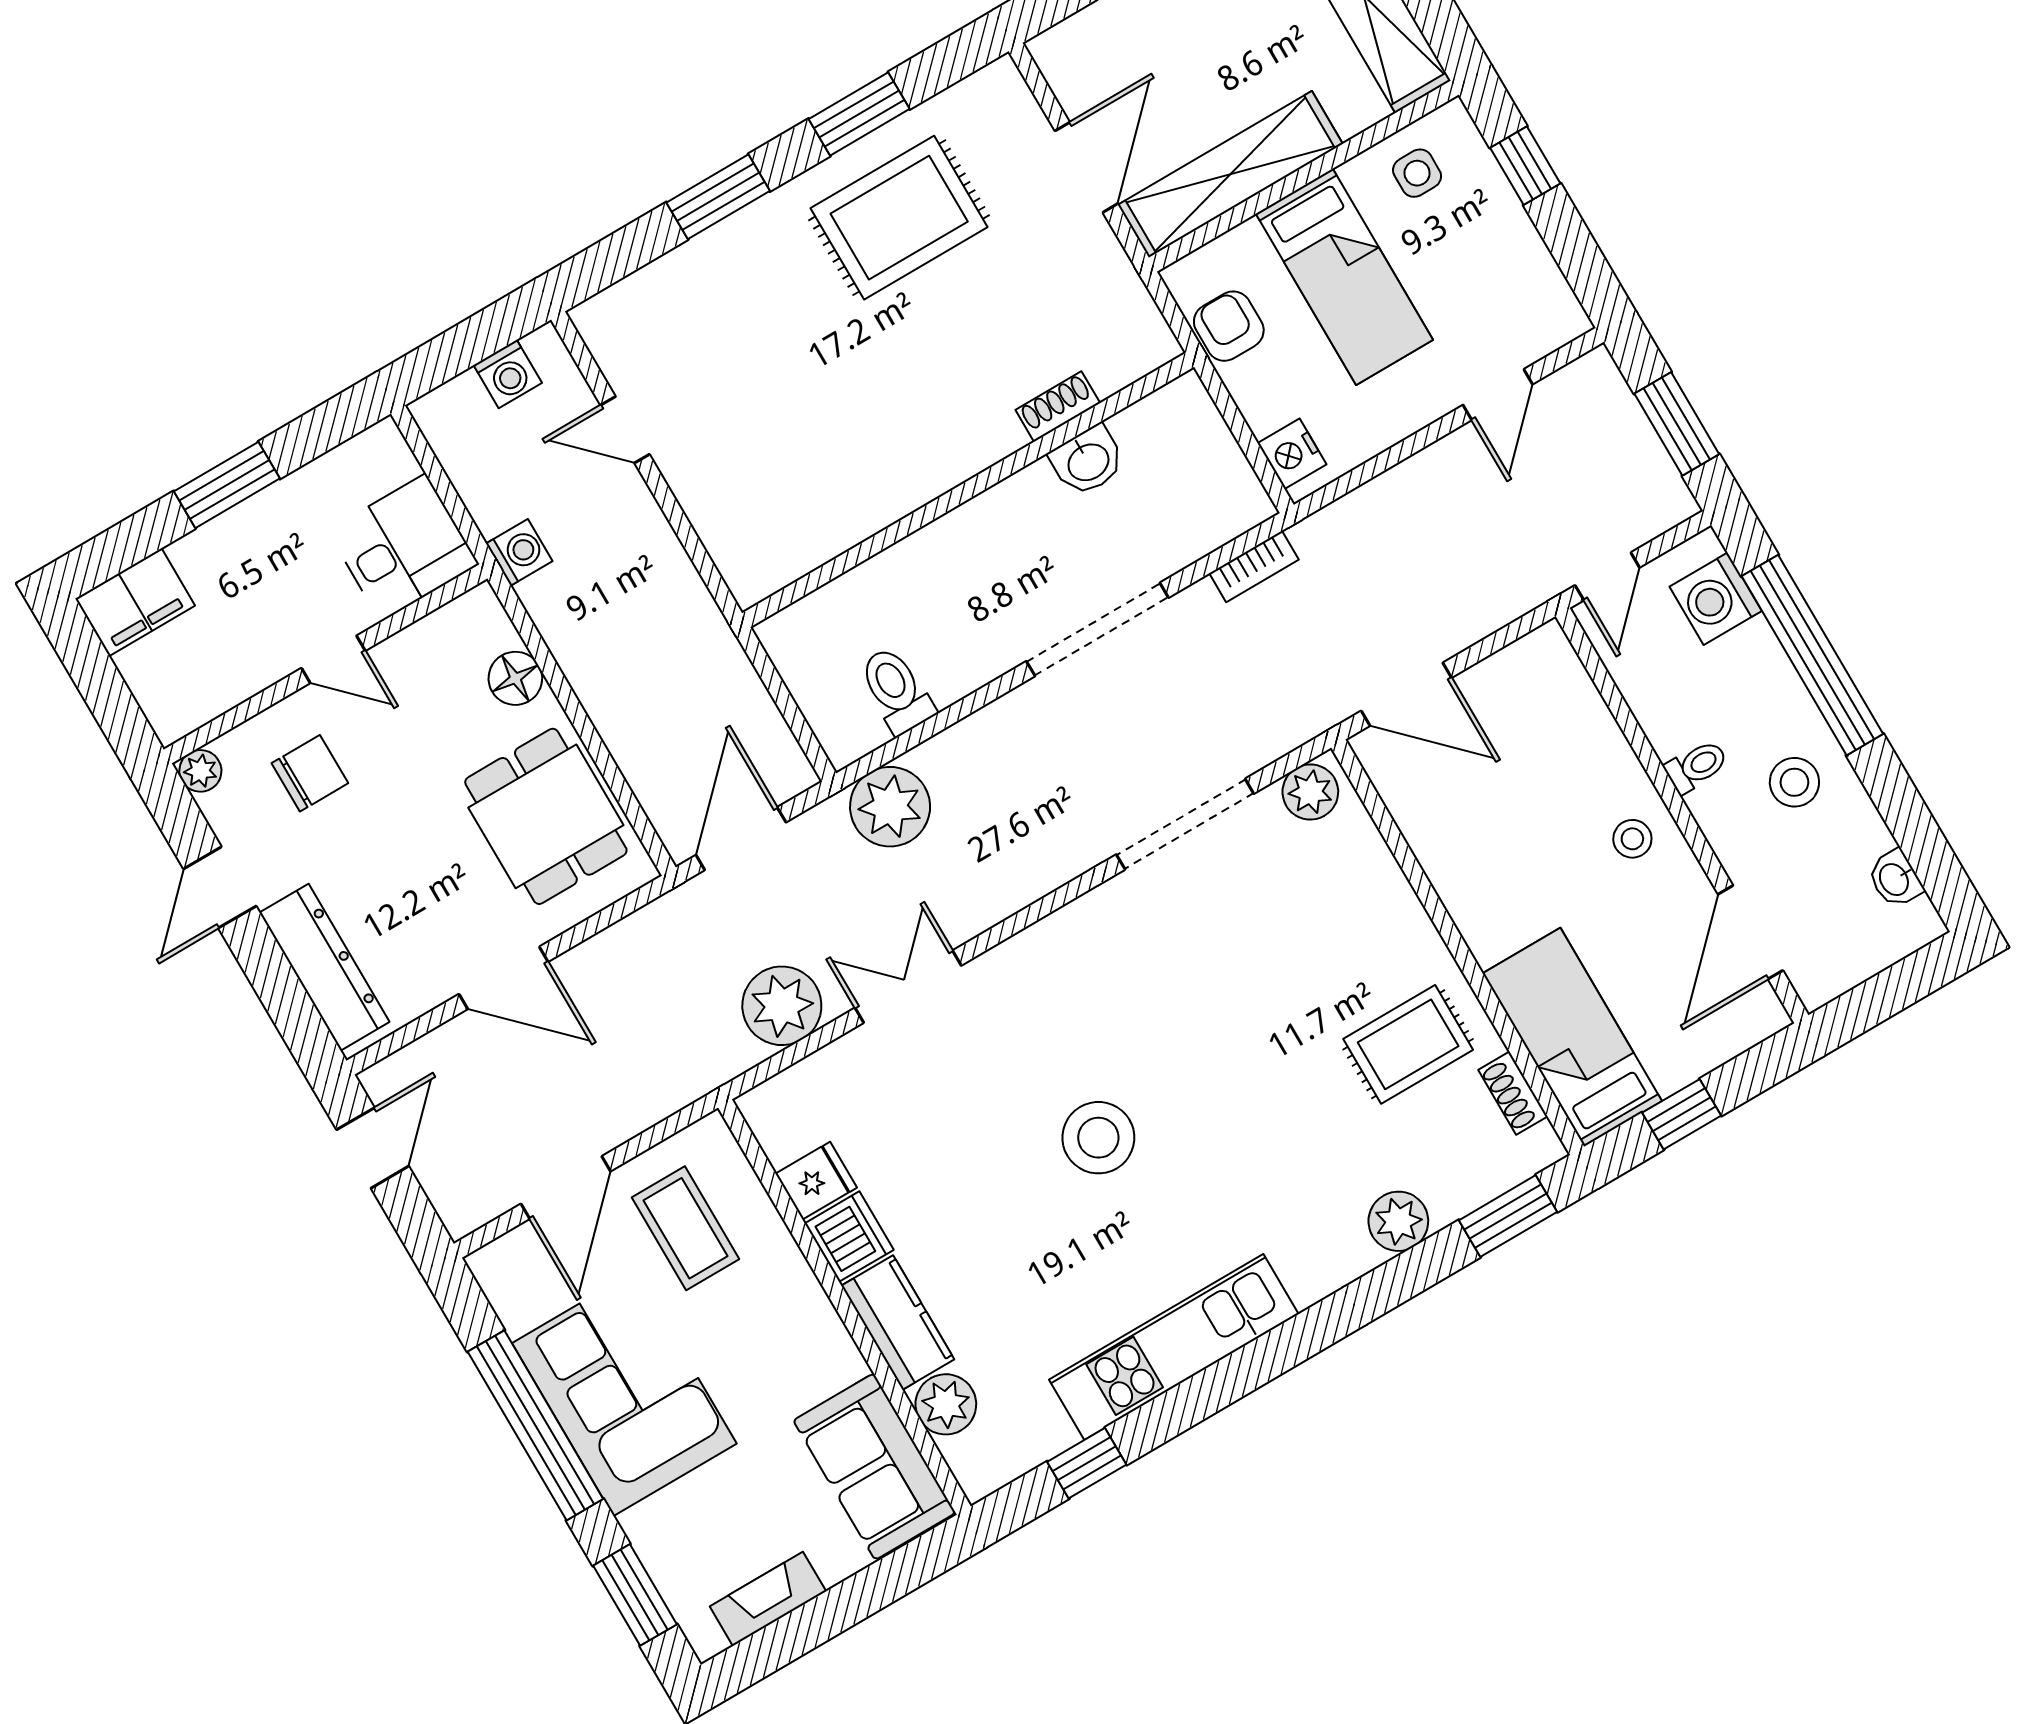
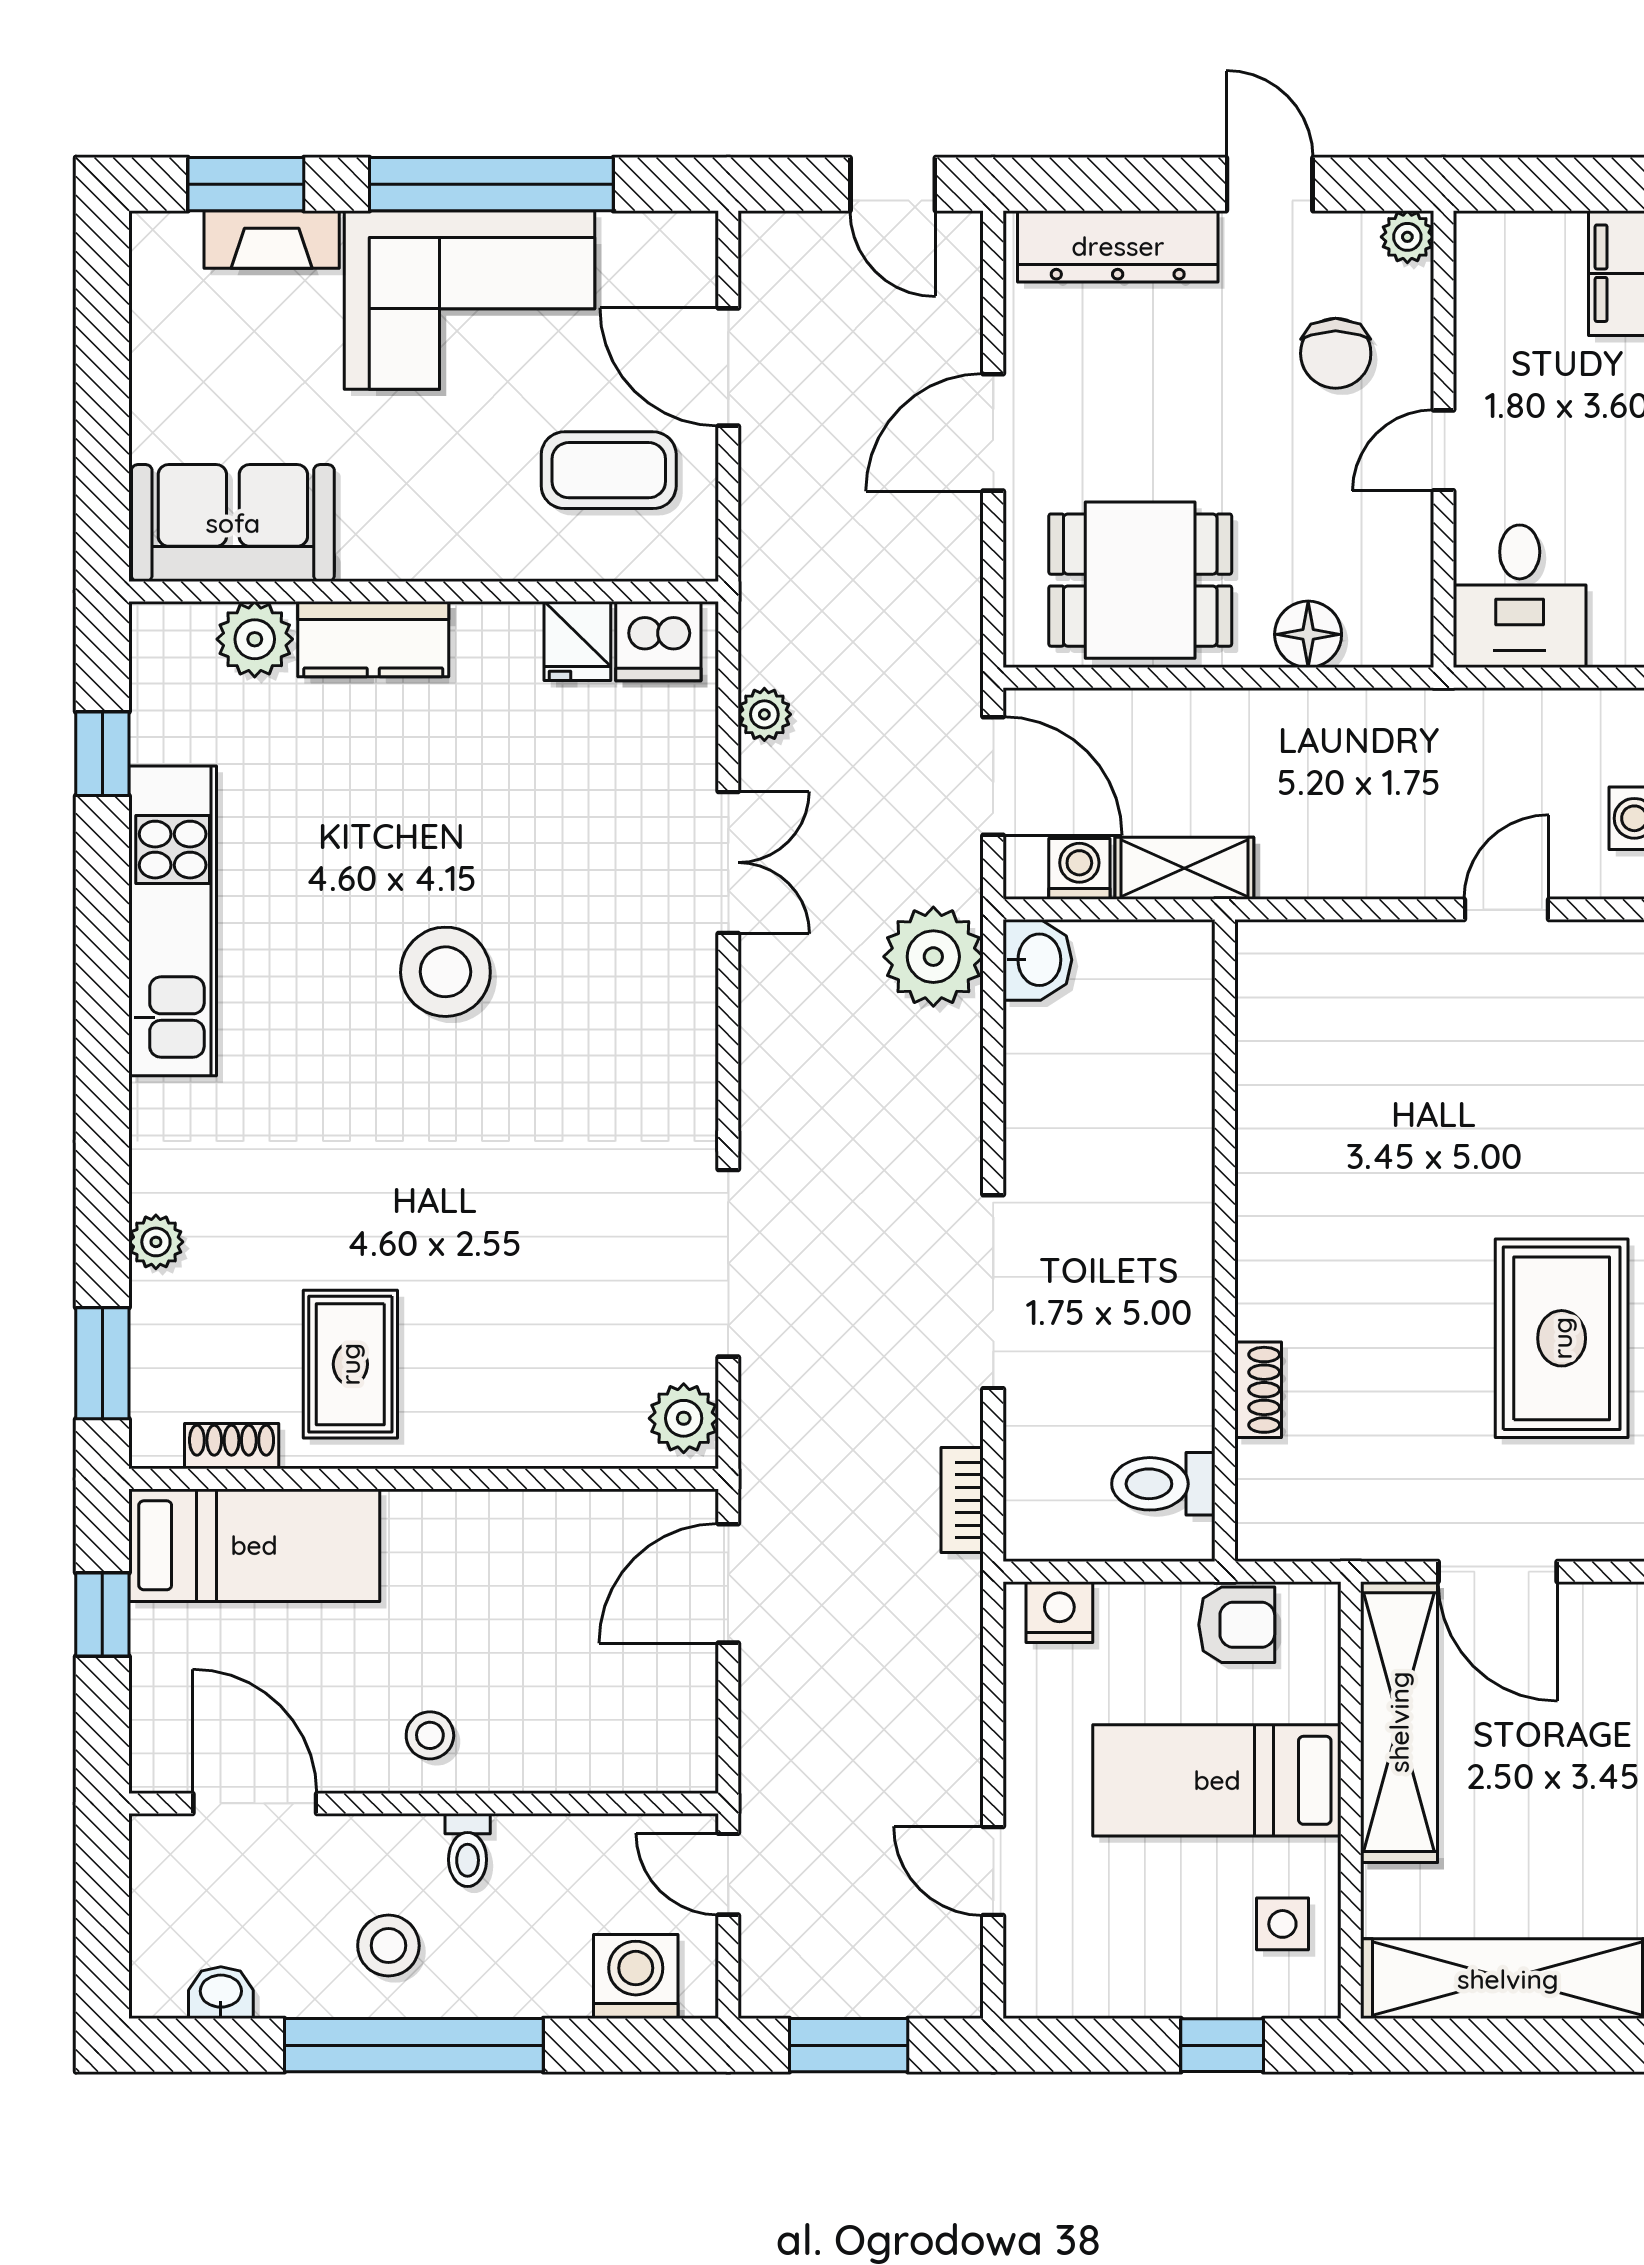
washbasin: (1088, 461) -> (1037, 960), moved, turned 180
washing machine: (519, 552) -> (1079, 869), moved, turned 180
window: (1812, 655) -> (414, 2045), moved
shelving: (727, 669) -> (1184, 868), added
toilet: (896, 690) -> (1163, 1484), moved, turned 180
plant: (782, 1006) -> (764, 714), width x0.53, depth x0.53
plant: (1398, 1221) -> (156, 1242), width x0.73, depth x0.73
dishwasher: (849, 1237) -> (658, 641), moved
fireplace: (768, 1599) -> (272, 240), moved, turned 90

